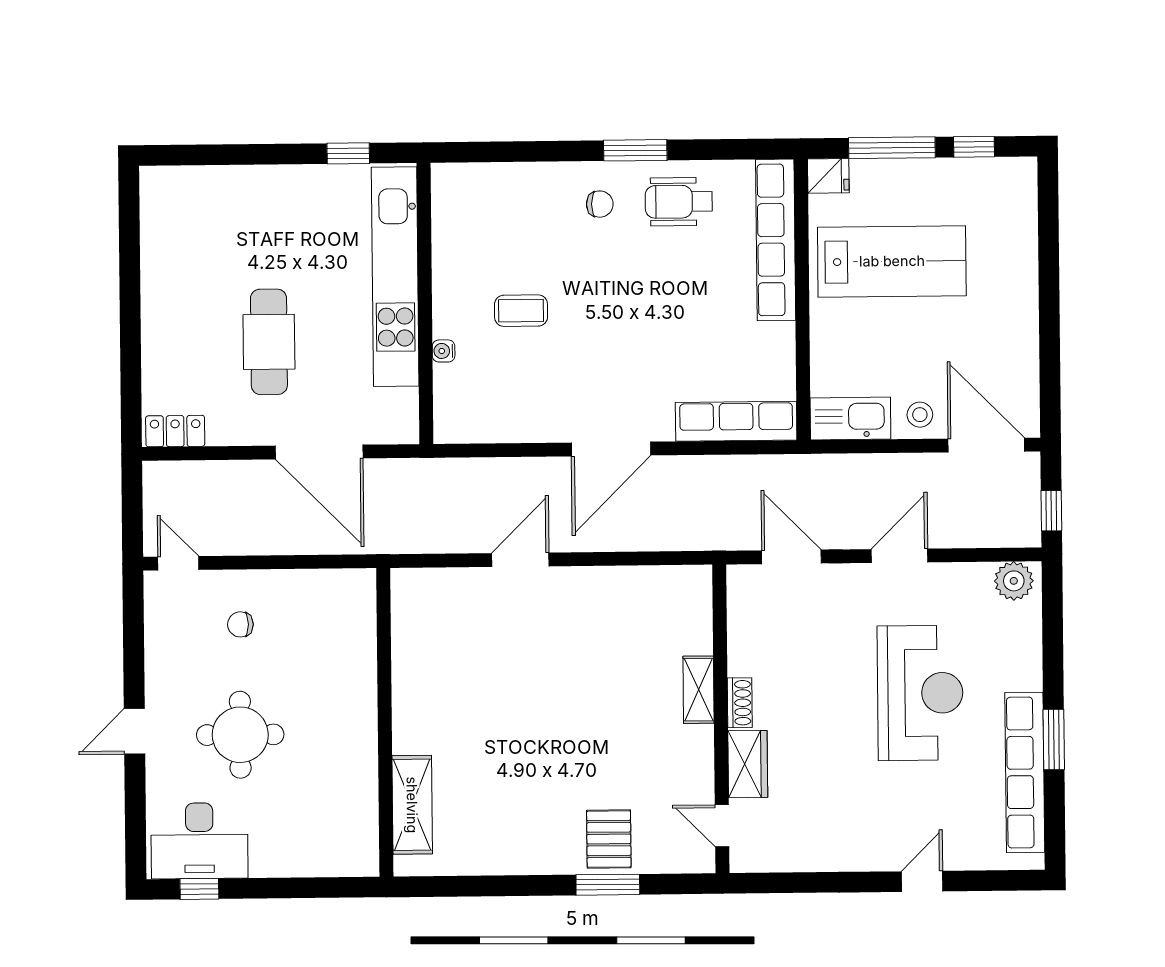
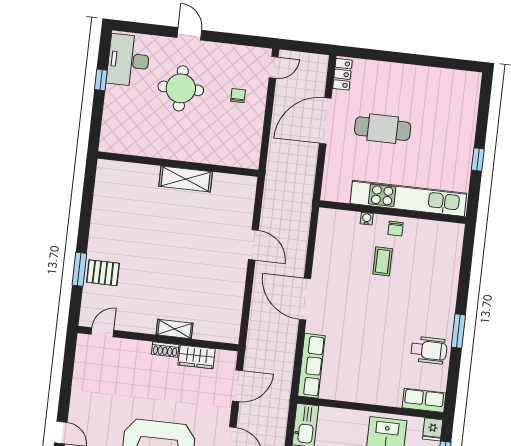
window: (348, 153) -> (478, 160), moved
wheelchair: (679, 202) -> (429, 350), turned 90
chair: (600, 204) -> (396, 229), moved
row of seats: (776, 240) -> (424, 400), width x0.50
door: (319, 452) -> (325, 121), moved
wardrobe: (748, 764) -> (197, 357), moved
shelving: (412, 805) -> (186, 179), moved
window: (199, 889) -> (101, 80), moved

